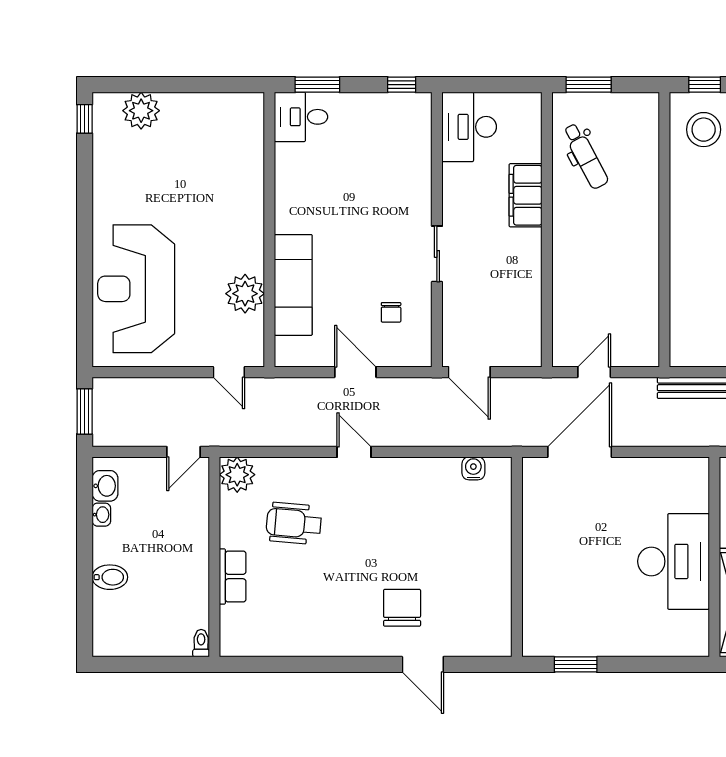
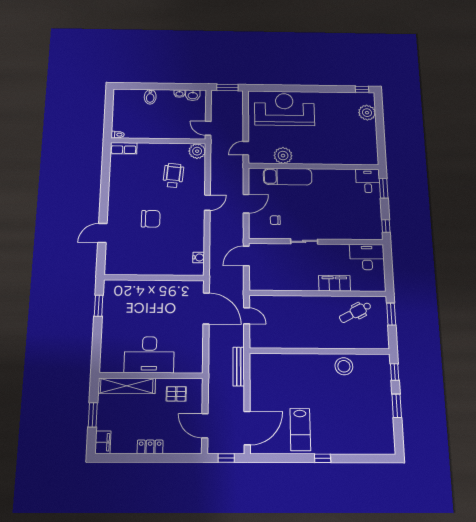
stool: (704, 130) -> (344, 366), moved
row of seats: (233, 577) -> (124, 148), moved
chair: (402, 608) -> (151, 219), moved

